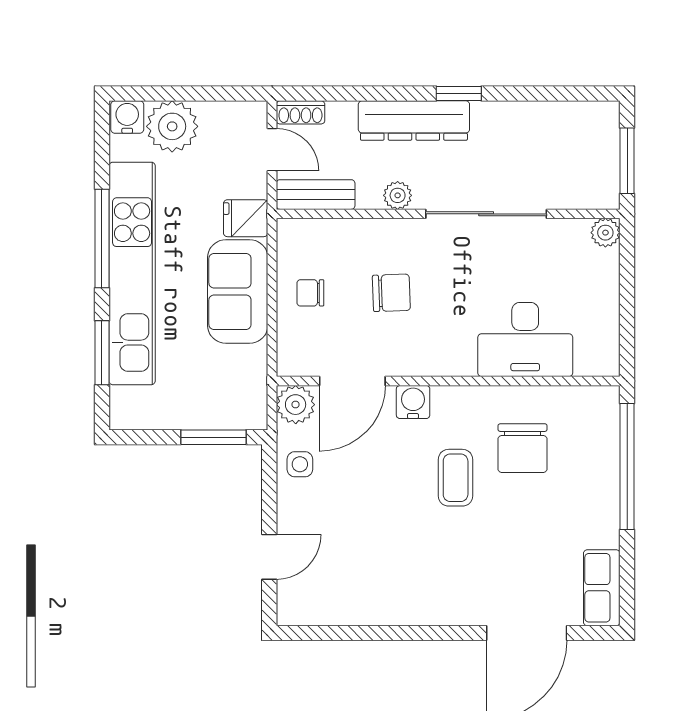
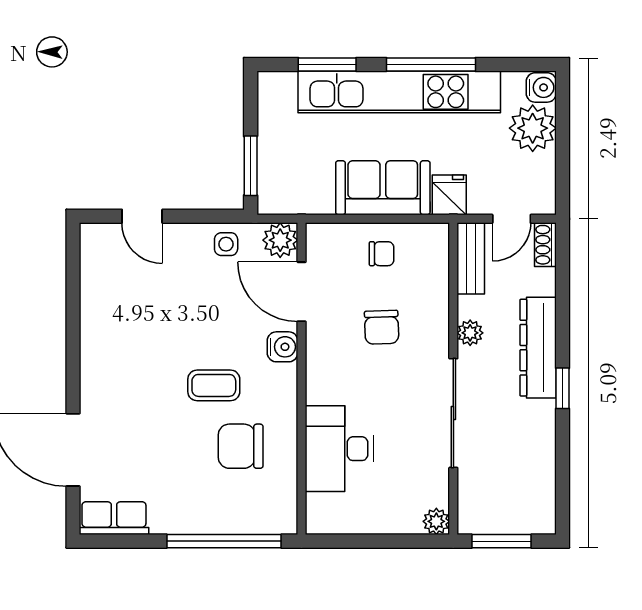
chair: (310, 293) -> (382, 254), turned 90

